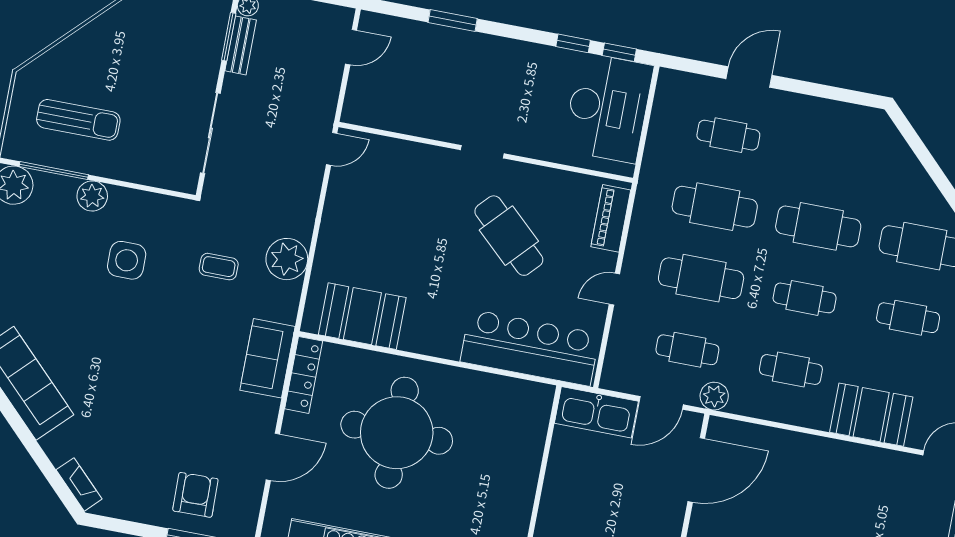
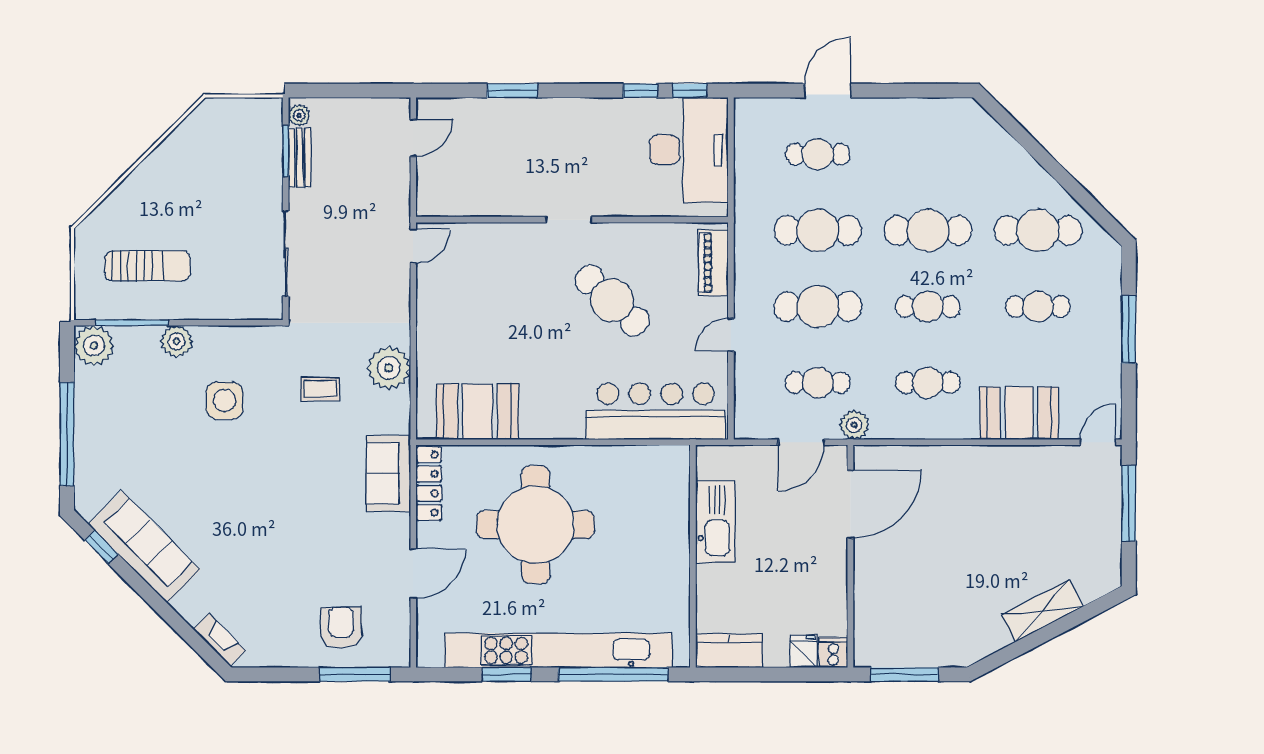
kitchen sink: (596, 412) -> (715, 522), moved, turned -90

